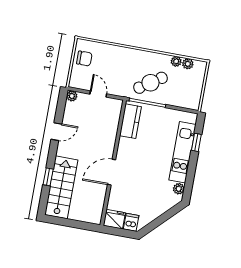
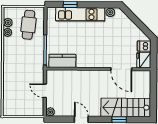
chair: (84, 58) -> (18, 107), removed
cafe table: (150, 83) -> (28, 25), moved, turned 40
door: (98, 94) -> (45, 91), hinge flipped
door: (112, 172) -> (121, 69), moved

